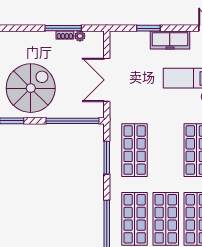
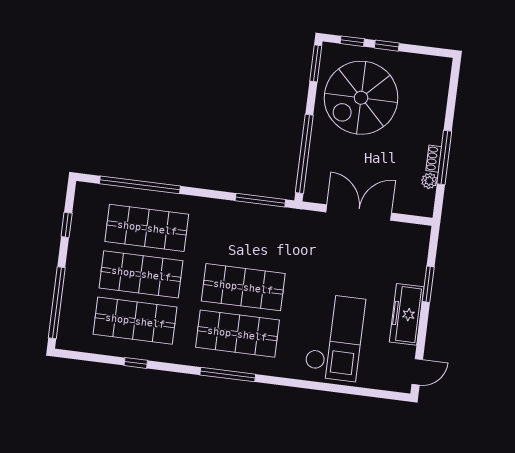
spiral stairs: (31, 88) -> (361, 98), turned 90
shop shelf: (135, 150) -> (243, 287), moved
window: (107, 158) -> (260, 200), moved

